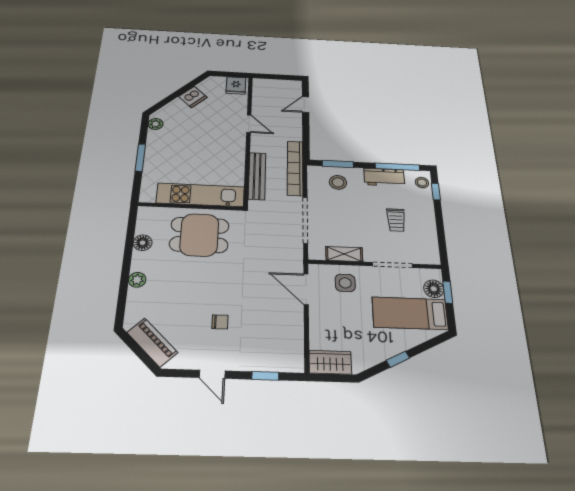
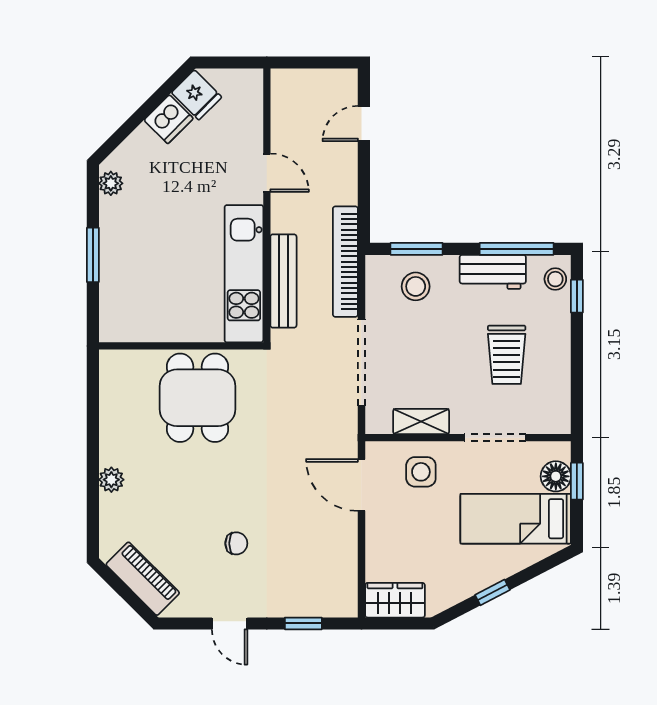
fridge: (236, 86) -> (197, 95), moved, turned -45
kitchen unit: (200, 195) -> (244, 274), moved, turned -90
trolley: (396, 220) -> (507, 355), width x1.36, depth x1.39
dining table: (199, 235) -> (197, 398), turned 90
floor lamp: (143, 243) -> (113, 416), removed

